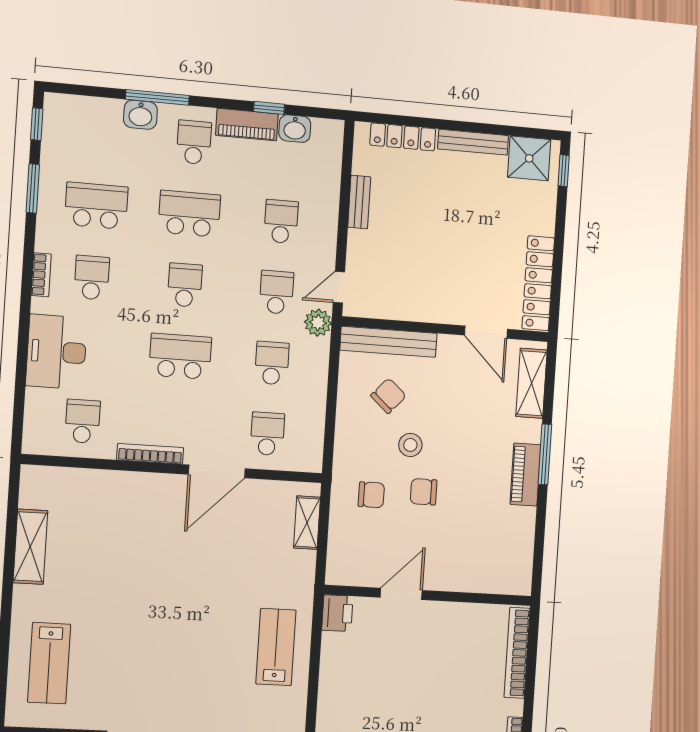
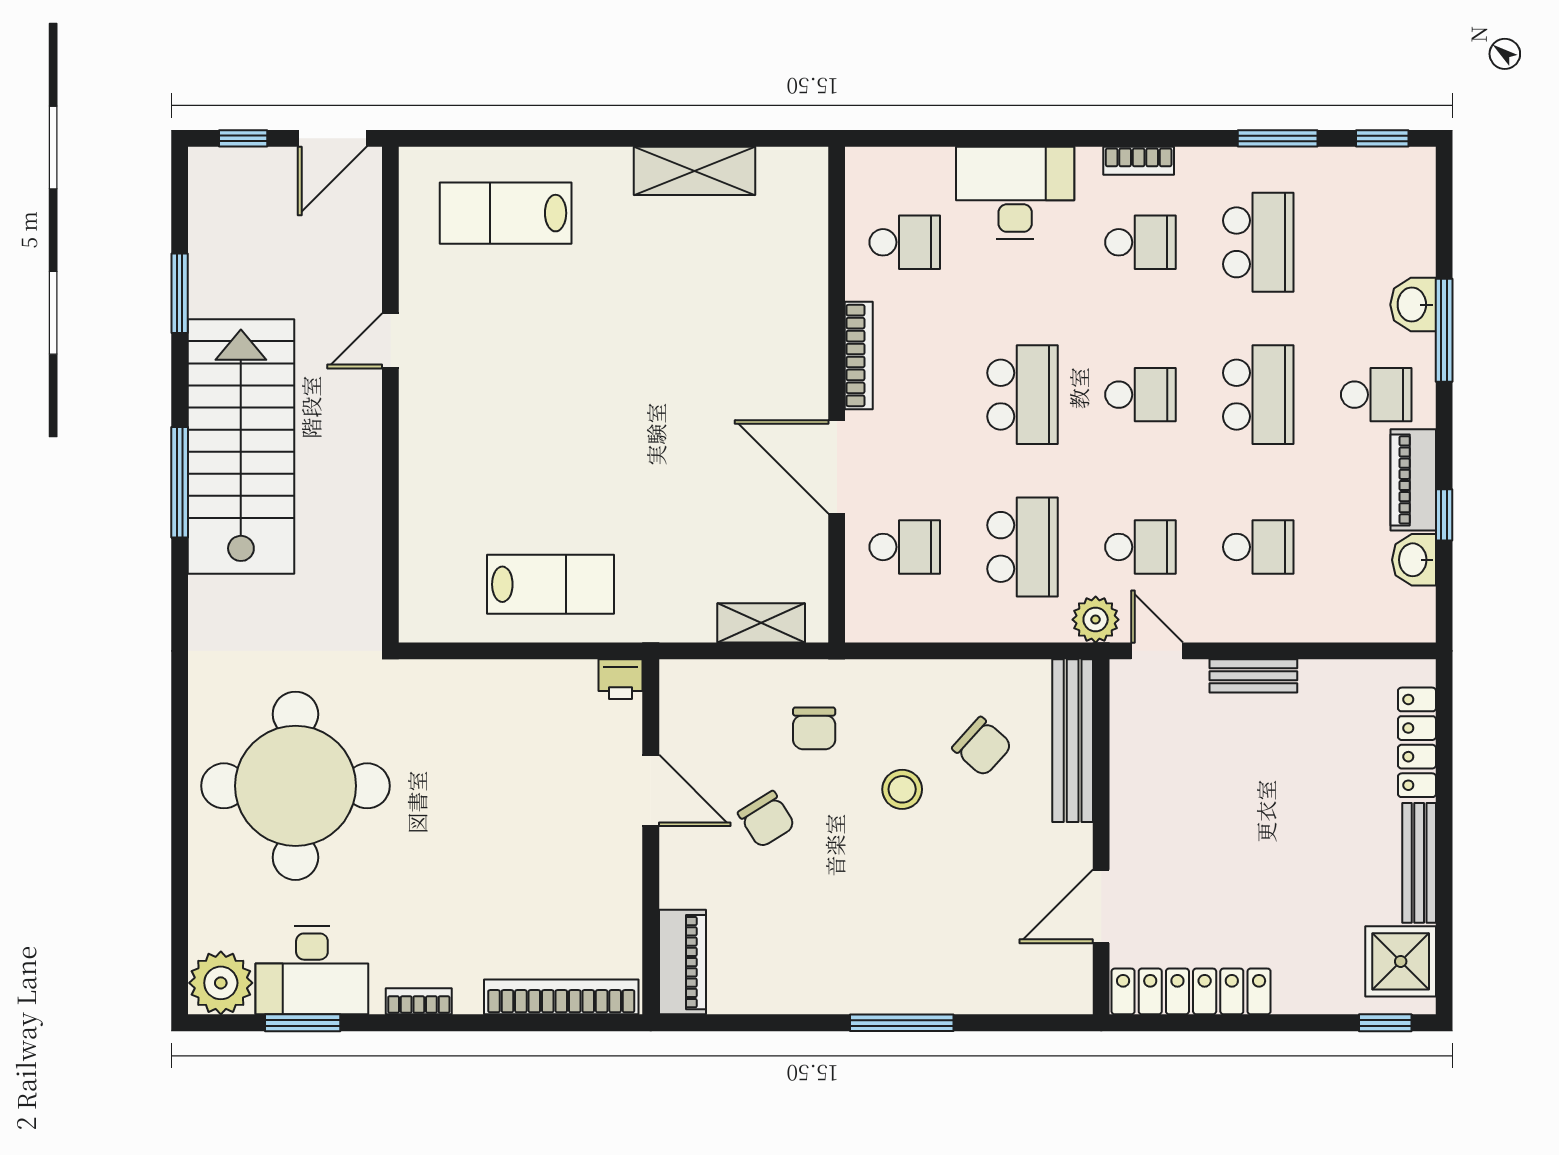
bench: (359, 202) -> (1253, 676), moved
school desk: (272, 363) -> (1023, 547), width x1.85
shelving: (532, 383) -> (1021, 991), removed
piano: (525, 475) -> (682, 962), moved, turned 90
chair: (424, 492) -> (766, 819), moved, turned 148
printer: (337, 613) -> (620, 679), width x0.73, depth x0.81

